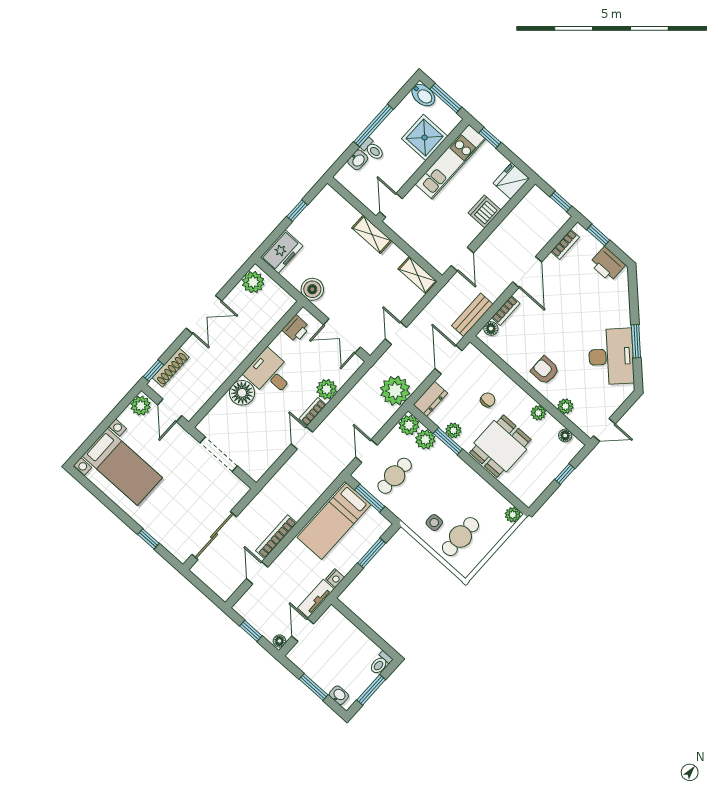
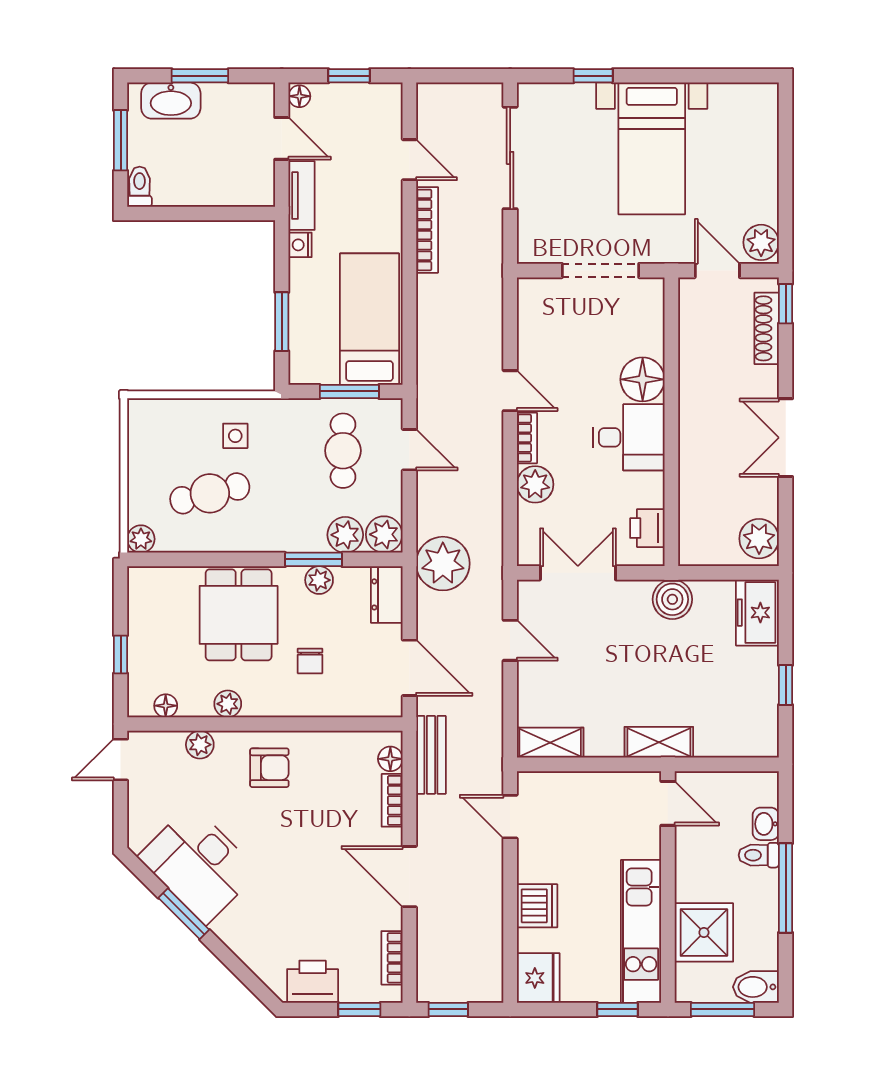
bed with nightstands: (122, 467) -> (652, 148), moved, turned -90
cafe table: (460, 537) -> (210, 493), moved, turned 76
washbasin: (339, 695) -> (171, 101), width x1.91, depth x1.45

